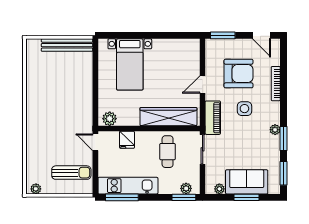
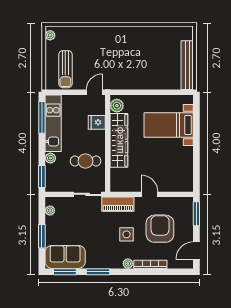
armchair: (239, 74) -> (160, 229), turned 180
wardrobe: (168, 117) -> (119, 140), moved
plant: (275, 130) -> (128, 264), moved
sofa: (247, 182) -> (65, 257), moved, turned -90
plant: (186, 188) -> (50, 158), moved

